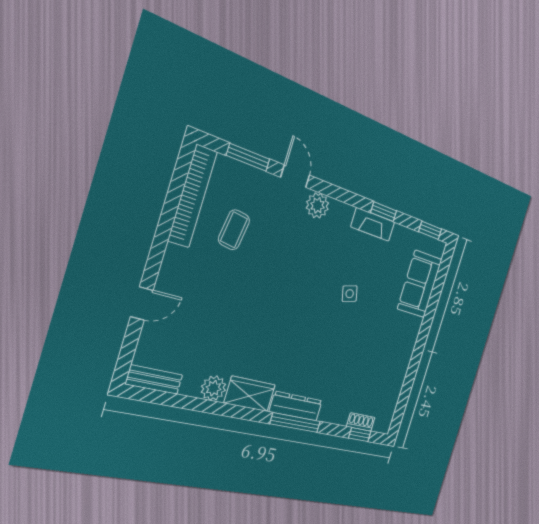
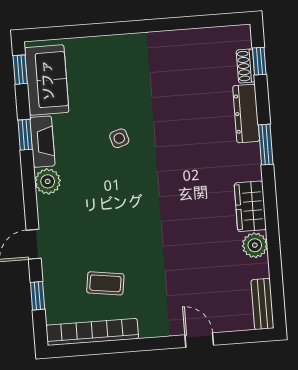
window: (248, 157) -> (38, 296), width x0.67
plant: (317, 205) -> (48, 181), moved
sofa: (420, 284) -> (47, 80), moved, turned -90
dresser: (296, 406) -> (246, 113), moved
window: (295, 423) -> (266, 145), width x0.69

